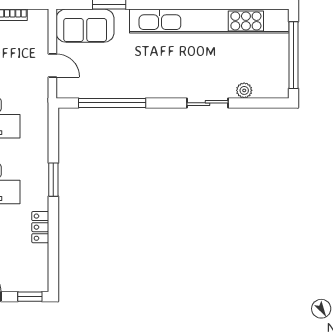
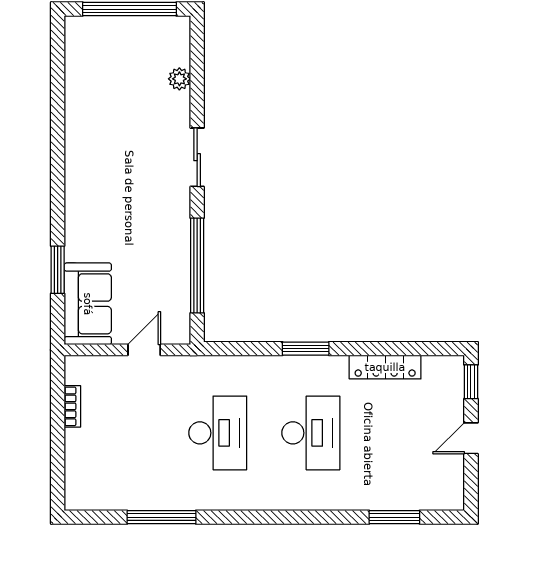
kitchen unit: (209, 21) -> (81, 128), removed
sliding door: (207, 103) -> (197, 157), moved
locker: (40, 227) -> (385, 367), width x1.53

